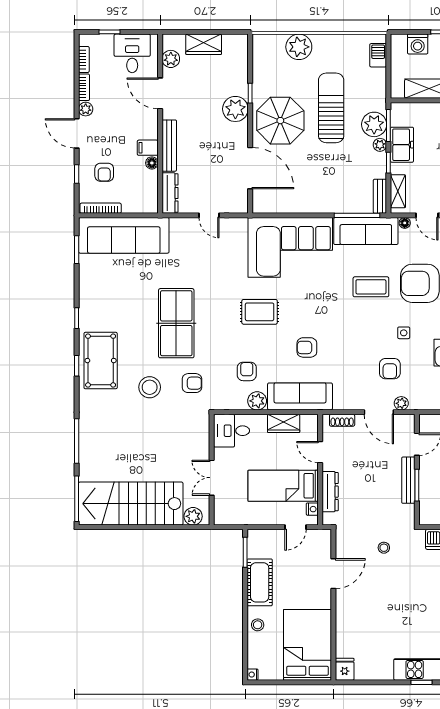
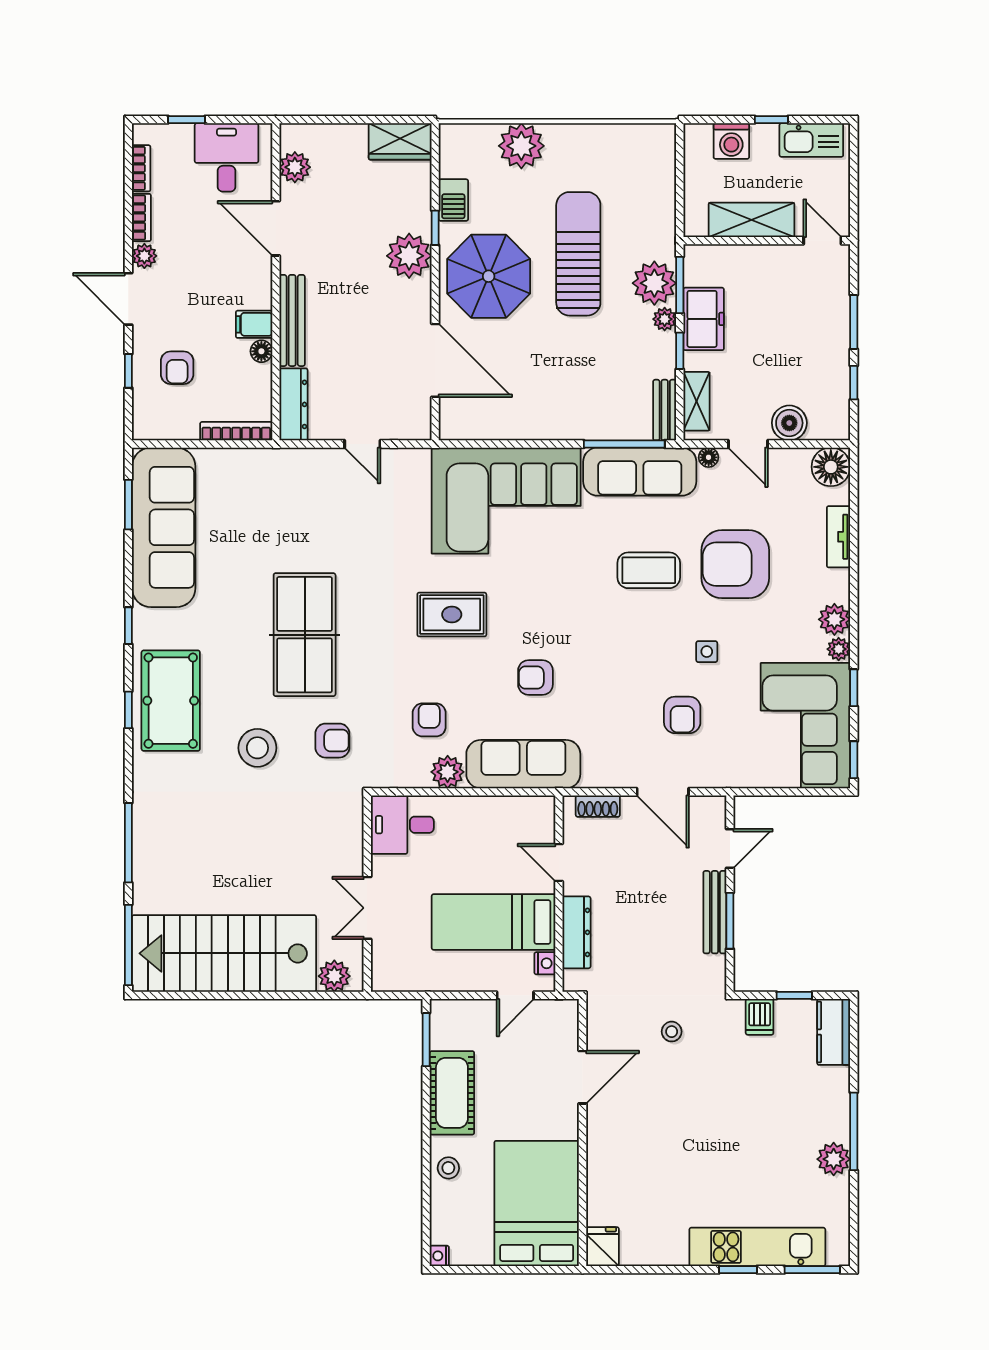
wardrobe: (204, 44) -> (400, 141), moved
barbecue: (378, 55) -> (453, 200), moved, turned 180
bookcase: (101, 208) -> (236, 431), moved
sofa: (124, 235) -> (164, 527), moved, turned -90
plant: (401, 403) -> (702, 776), removed
wardrobe: (284, 423) -> (494, 812), removed

